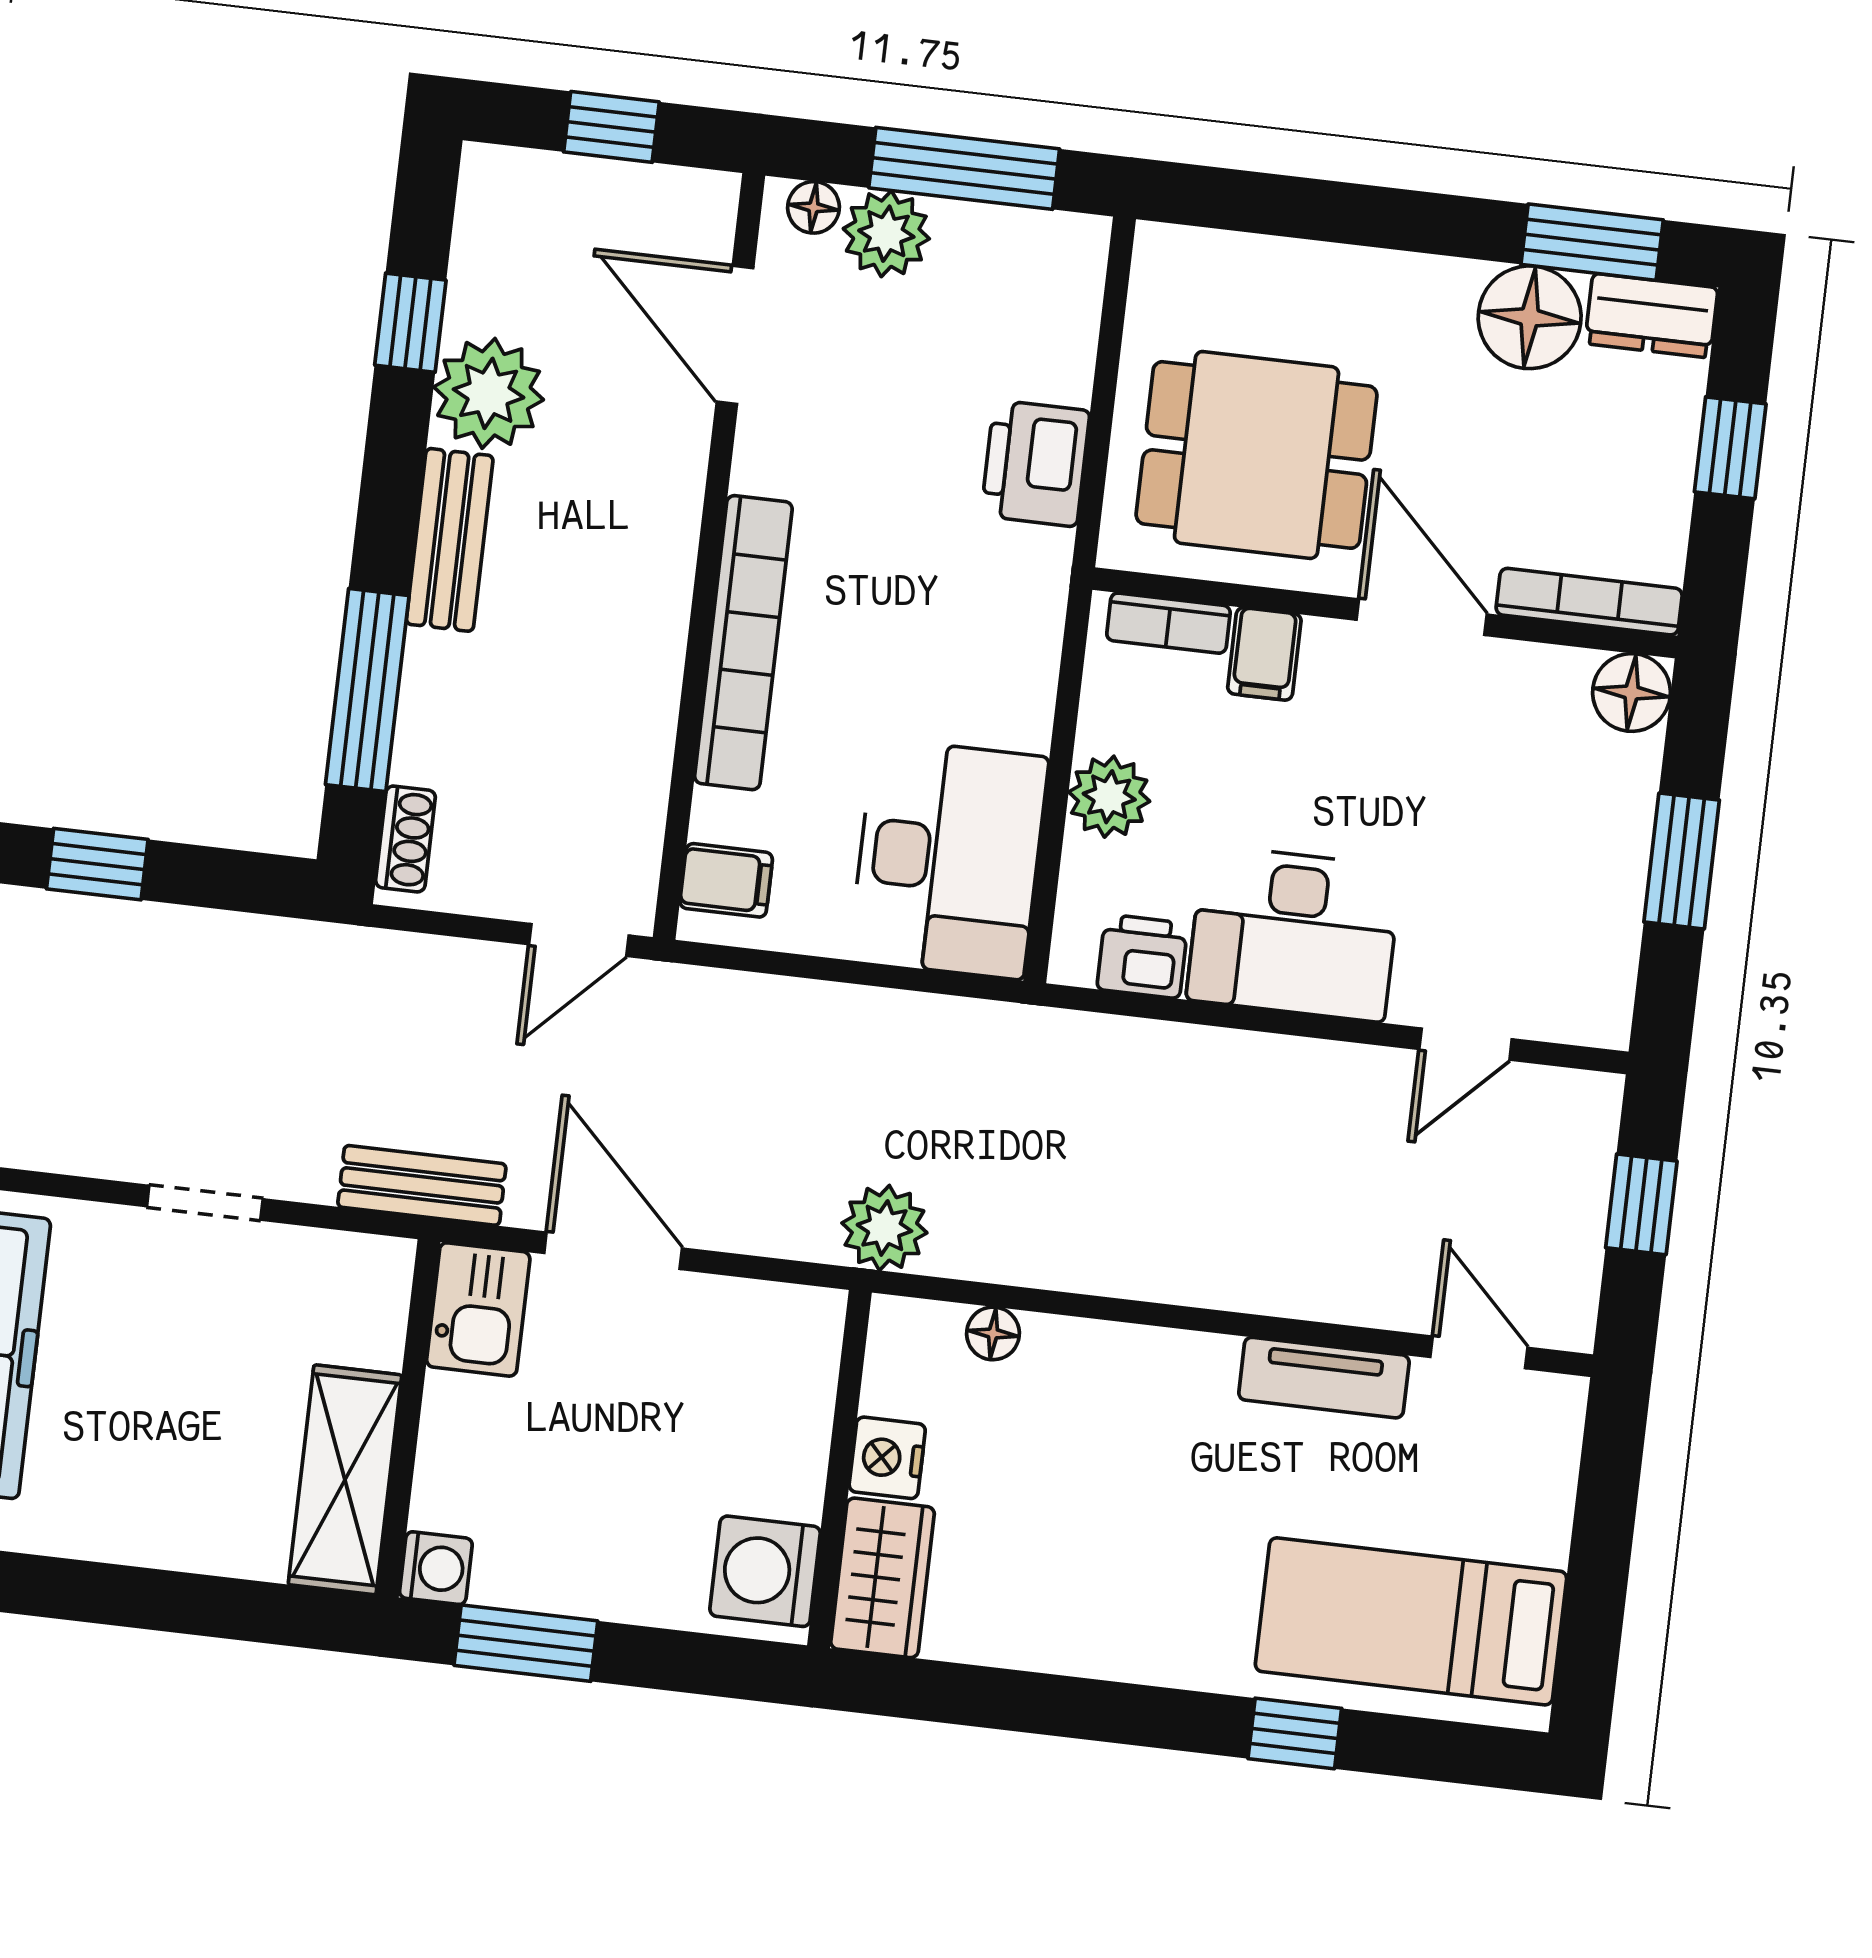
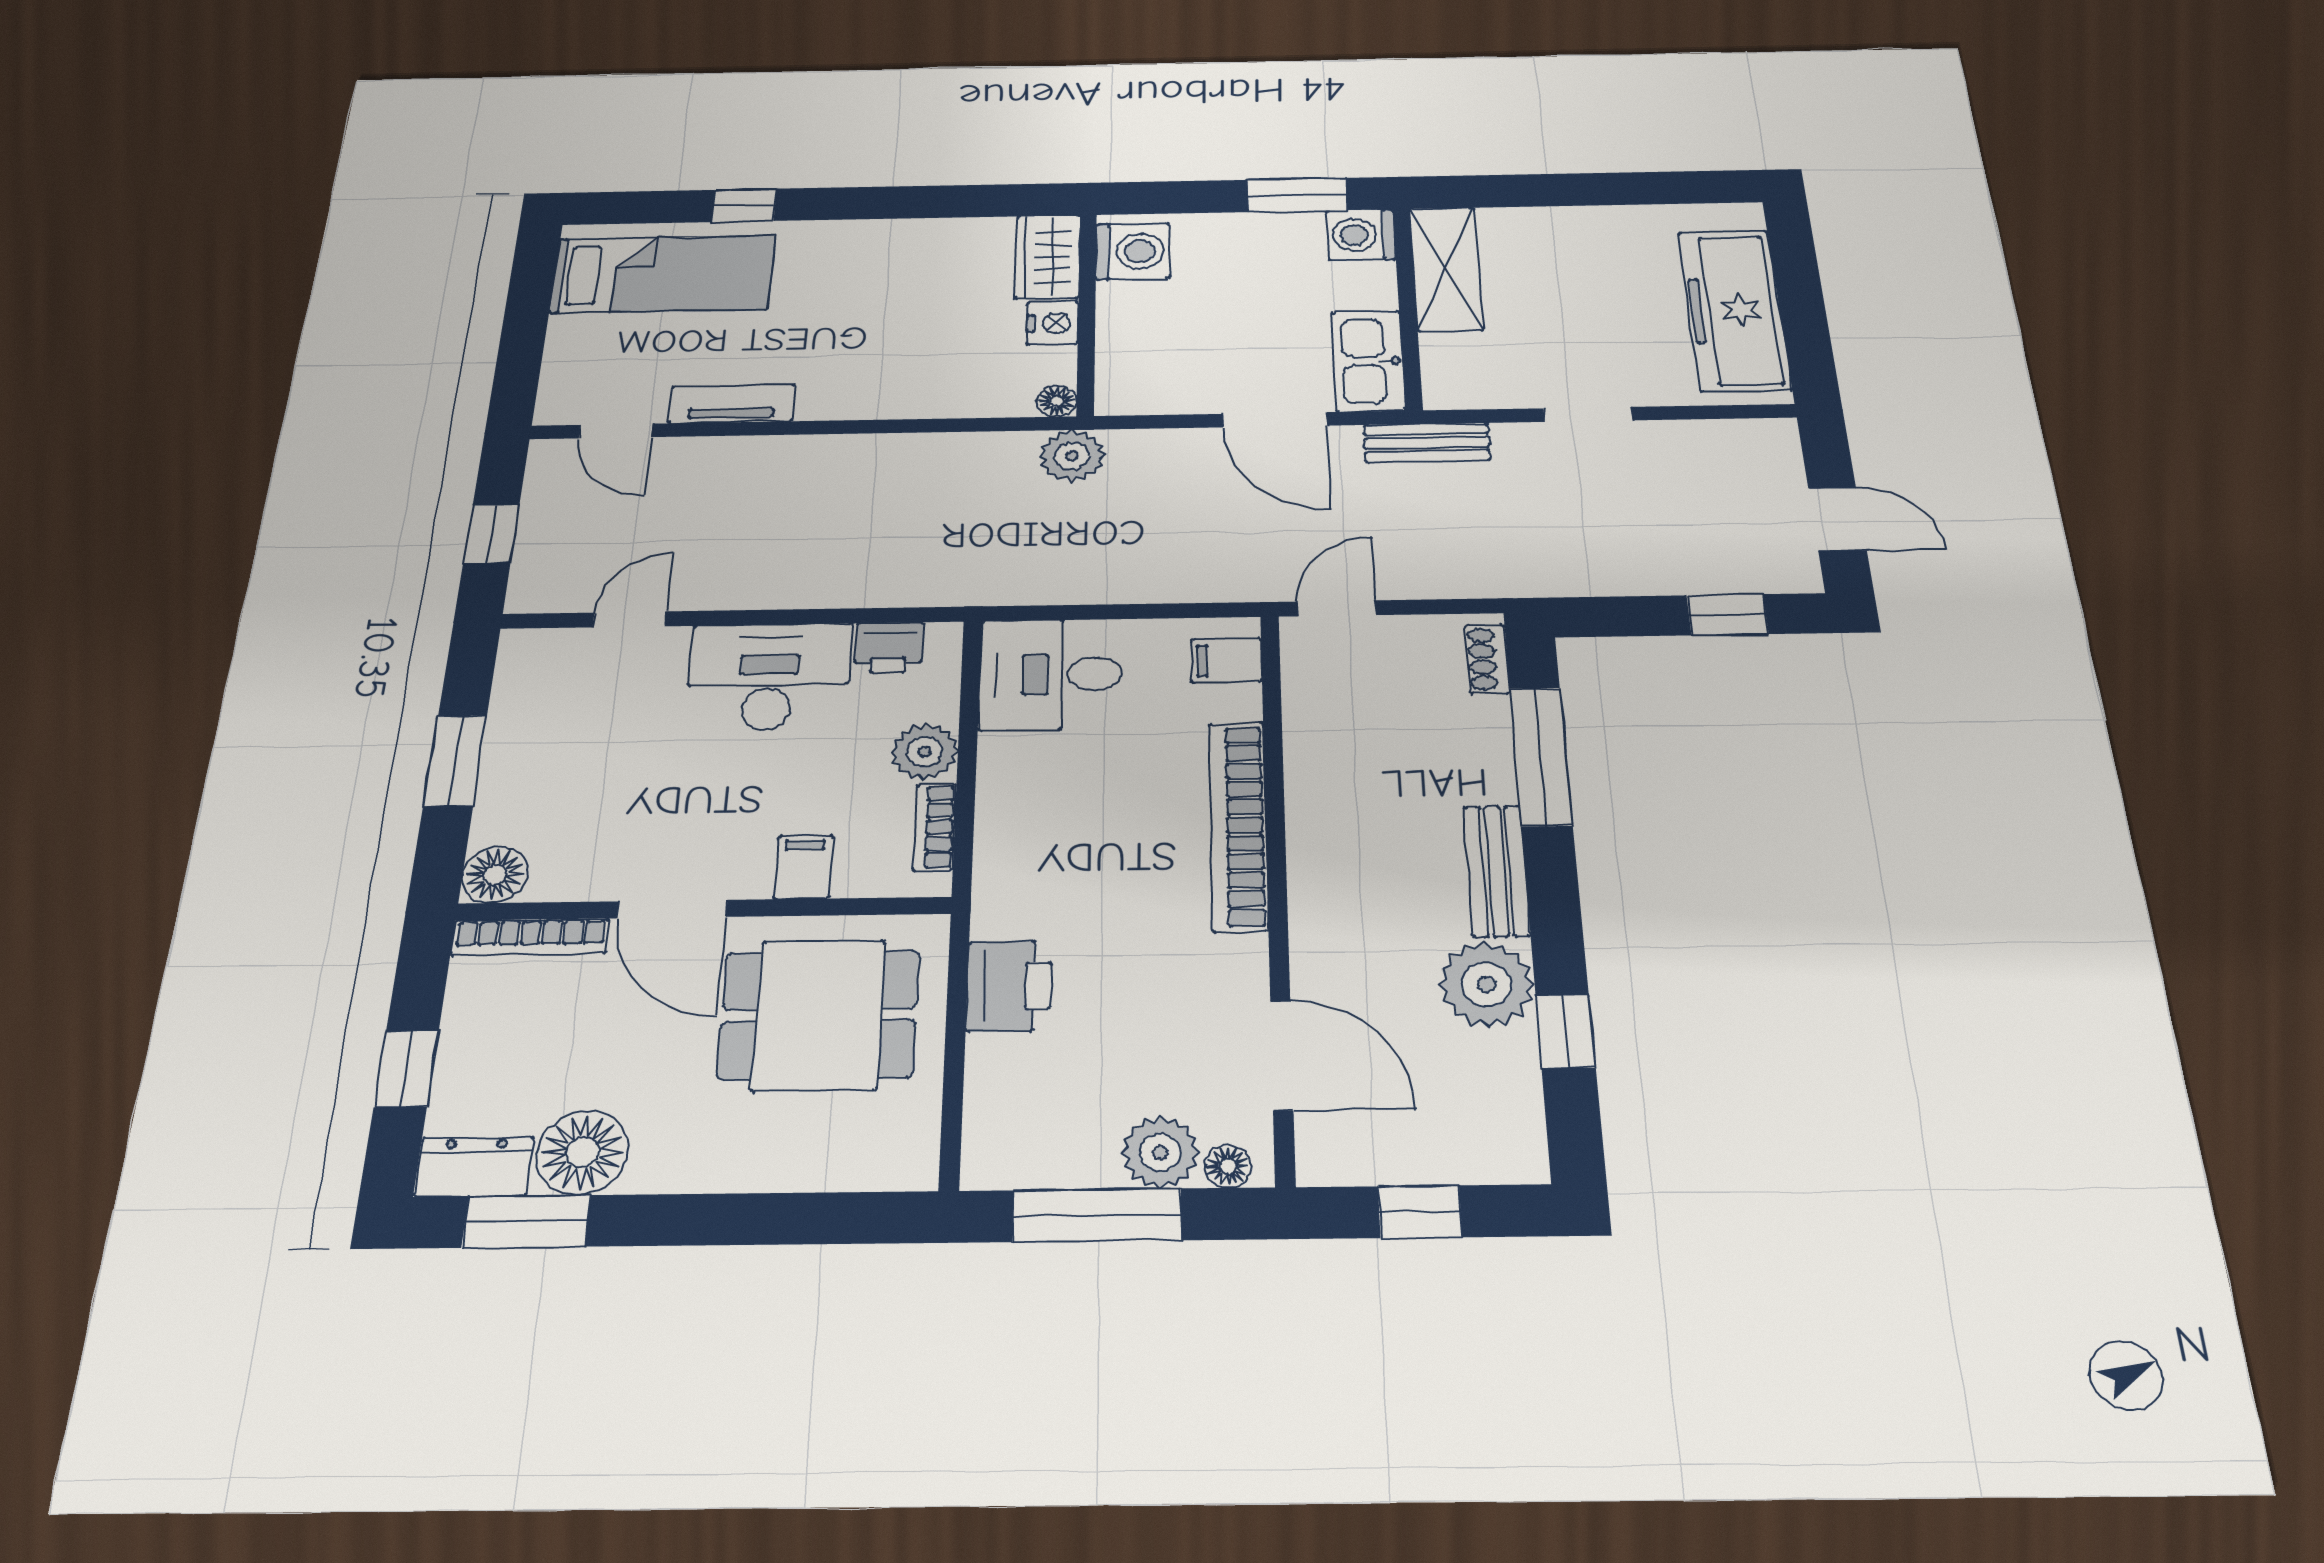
bookcase: (1168, 623) -> (935, 827), moved, turned -90
desk: (949, 859) -> (1051, 674), width x0.73
kitchen sink: (478, 1309) -> (1368, 361), width x1.38
floor lamp: (993, 1333) -> (1057, 401), moved
washing machine: (436, 1568) -> (1361, 235), width x1.38, depth x1.38

